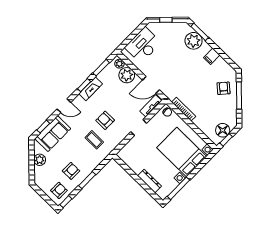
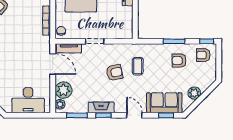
armchair: (105, 120) -> (114, 73), turned -102

